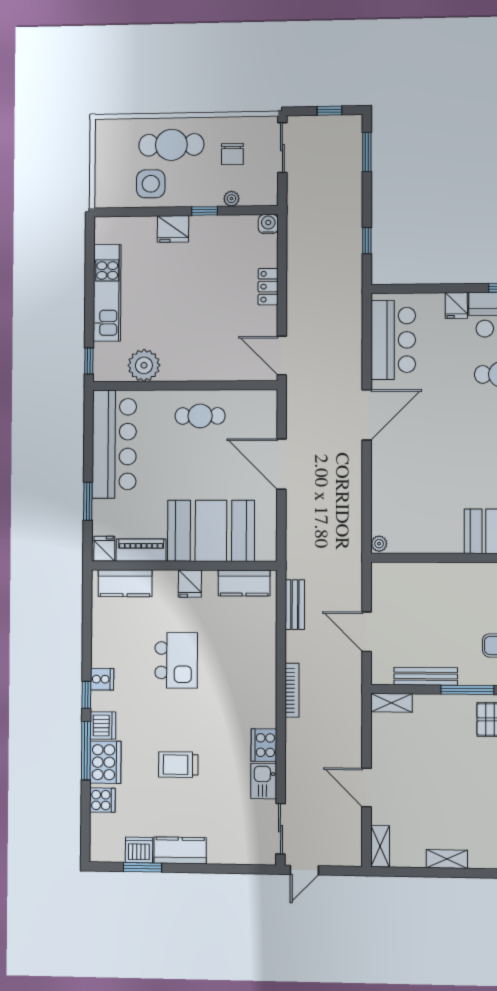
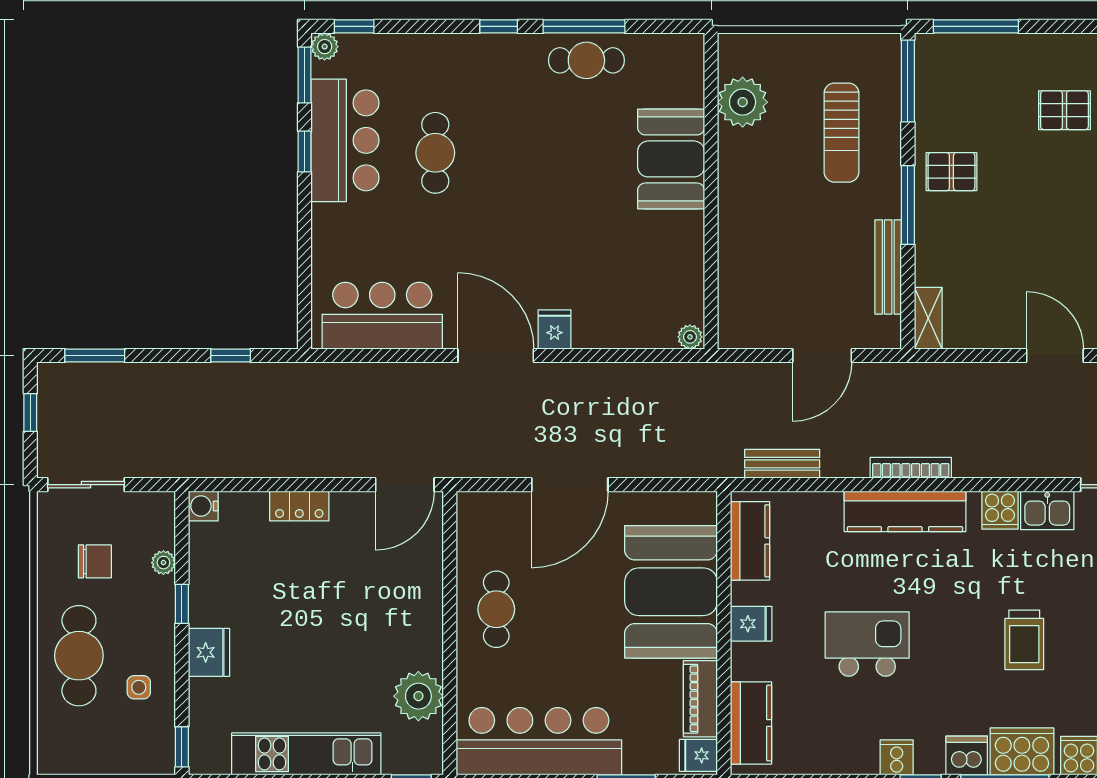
side table: (151, 184) -> (139, 687), width x0.54, depth x0.54
window: (112, 212) -> (182, 747), added
fridge: (456, 305) -> (555, 329), moved, turned -90
kitchen counter: (263, 686) -> (905, 511), added
cooker: (264, 745) -> (1000, 510), width x0.73
door: (366, 788) -> (1055, 356), swing flipped

